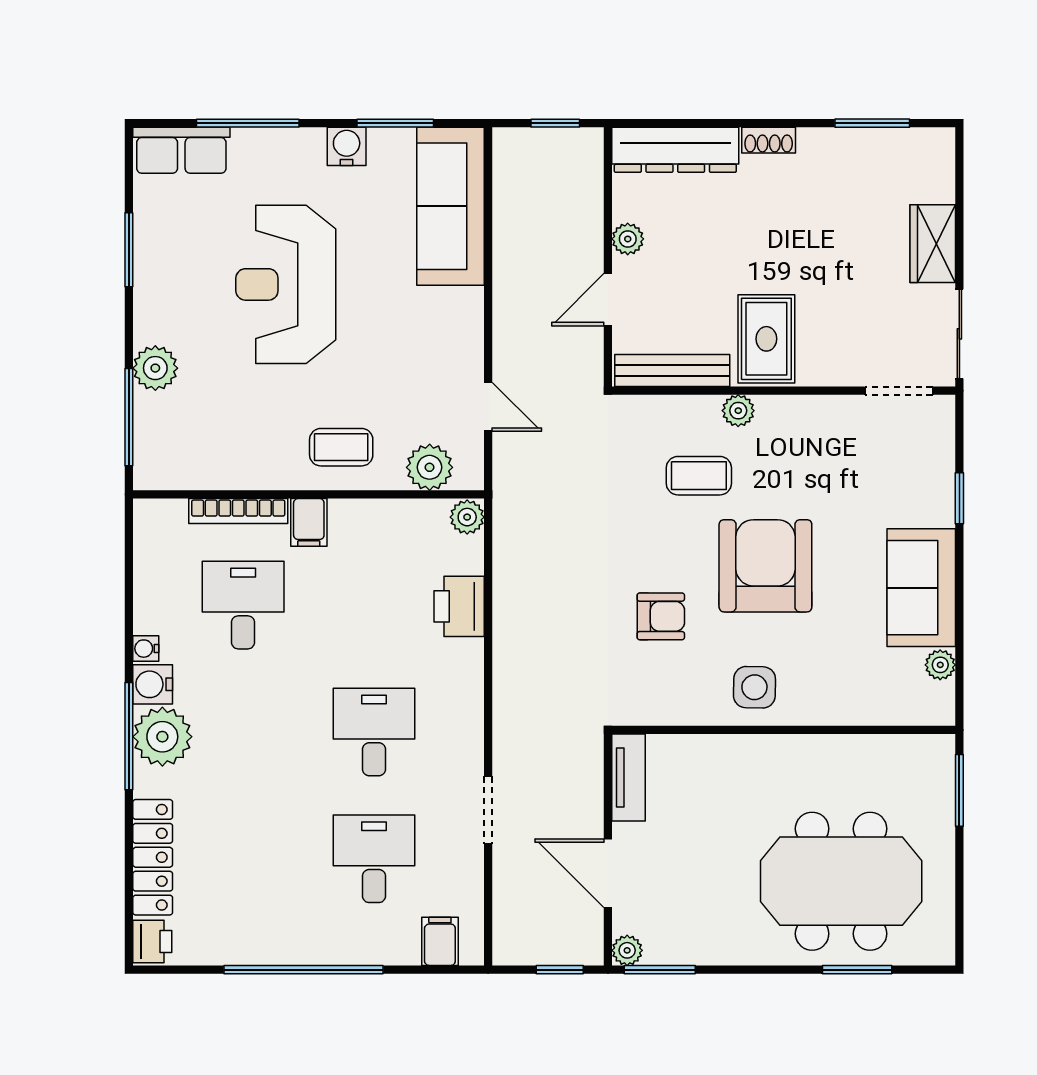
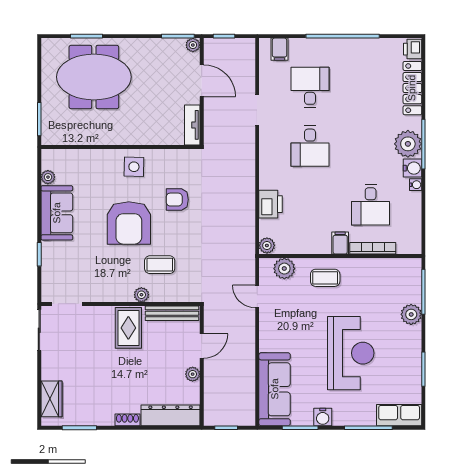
wardrobe: (933, 244) -> (52, 399), moved
desk: (374, 859) -> (310, 87), turned 180

